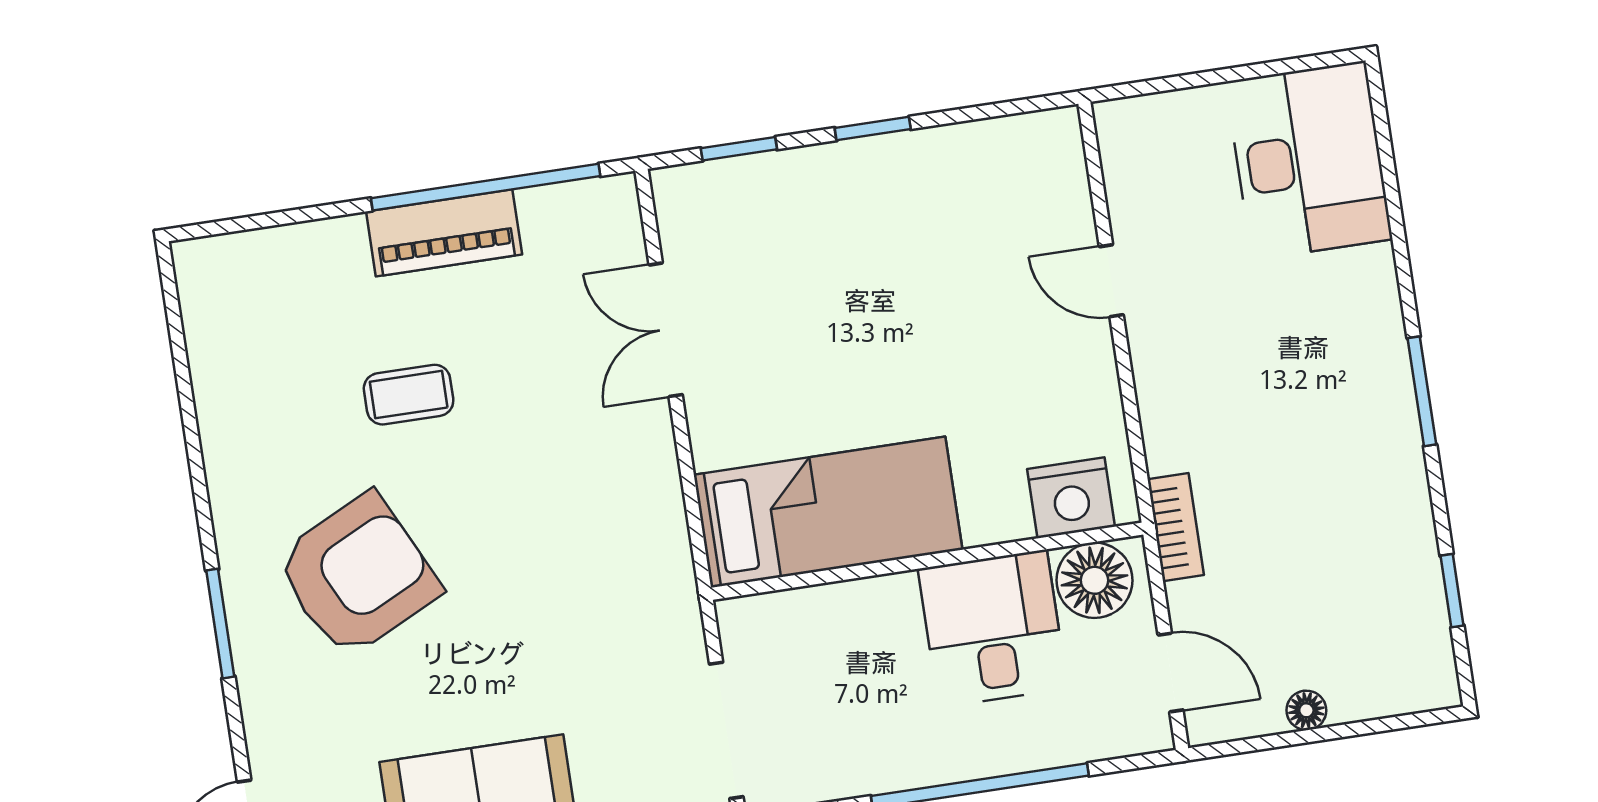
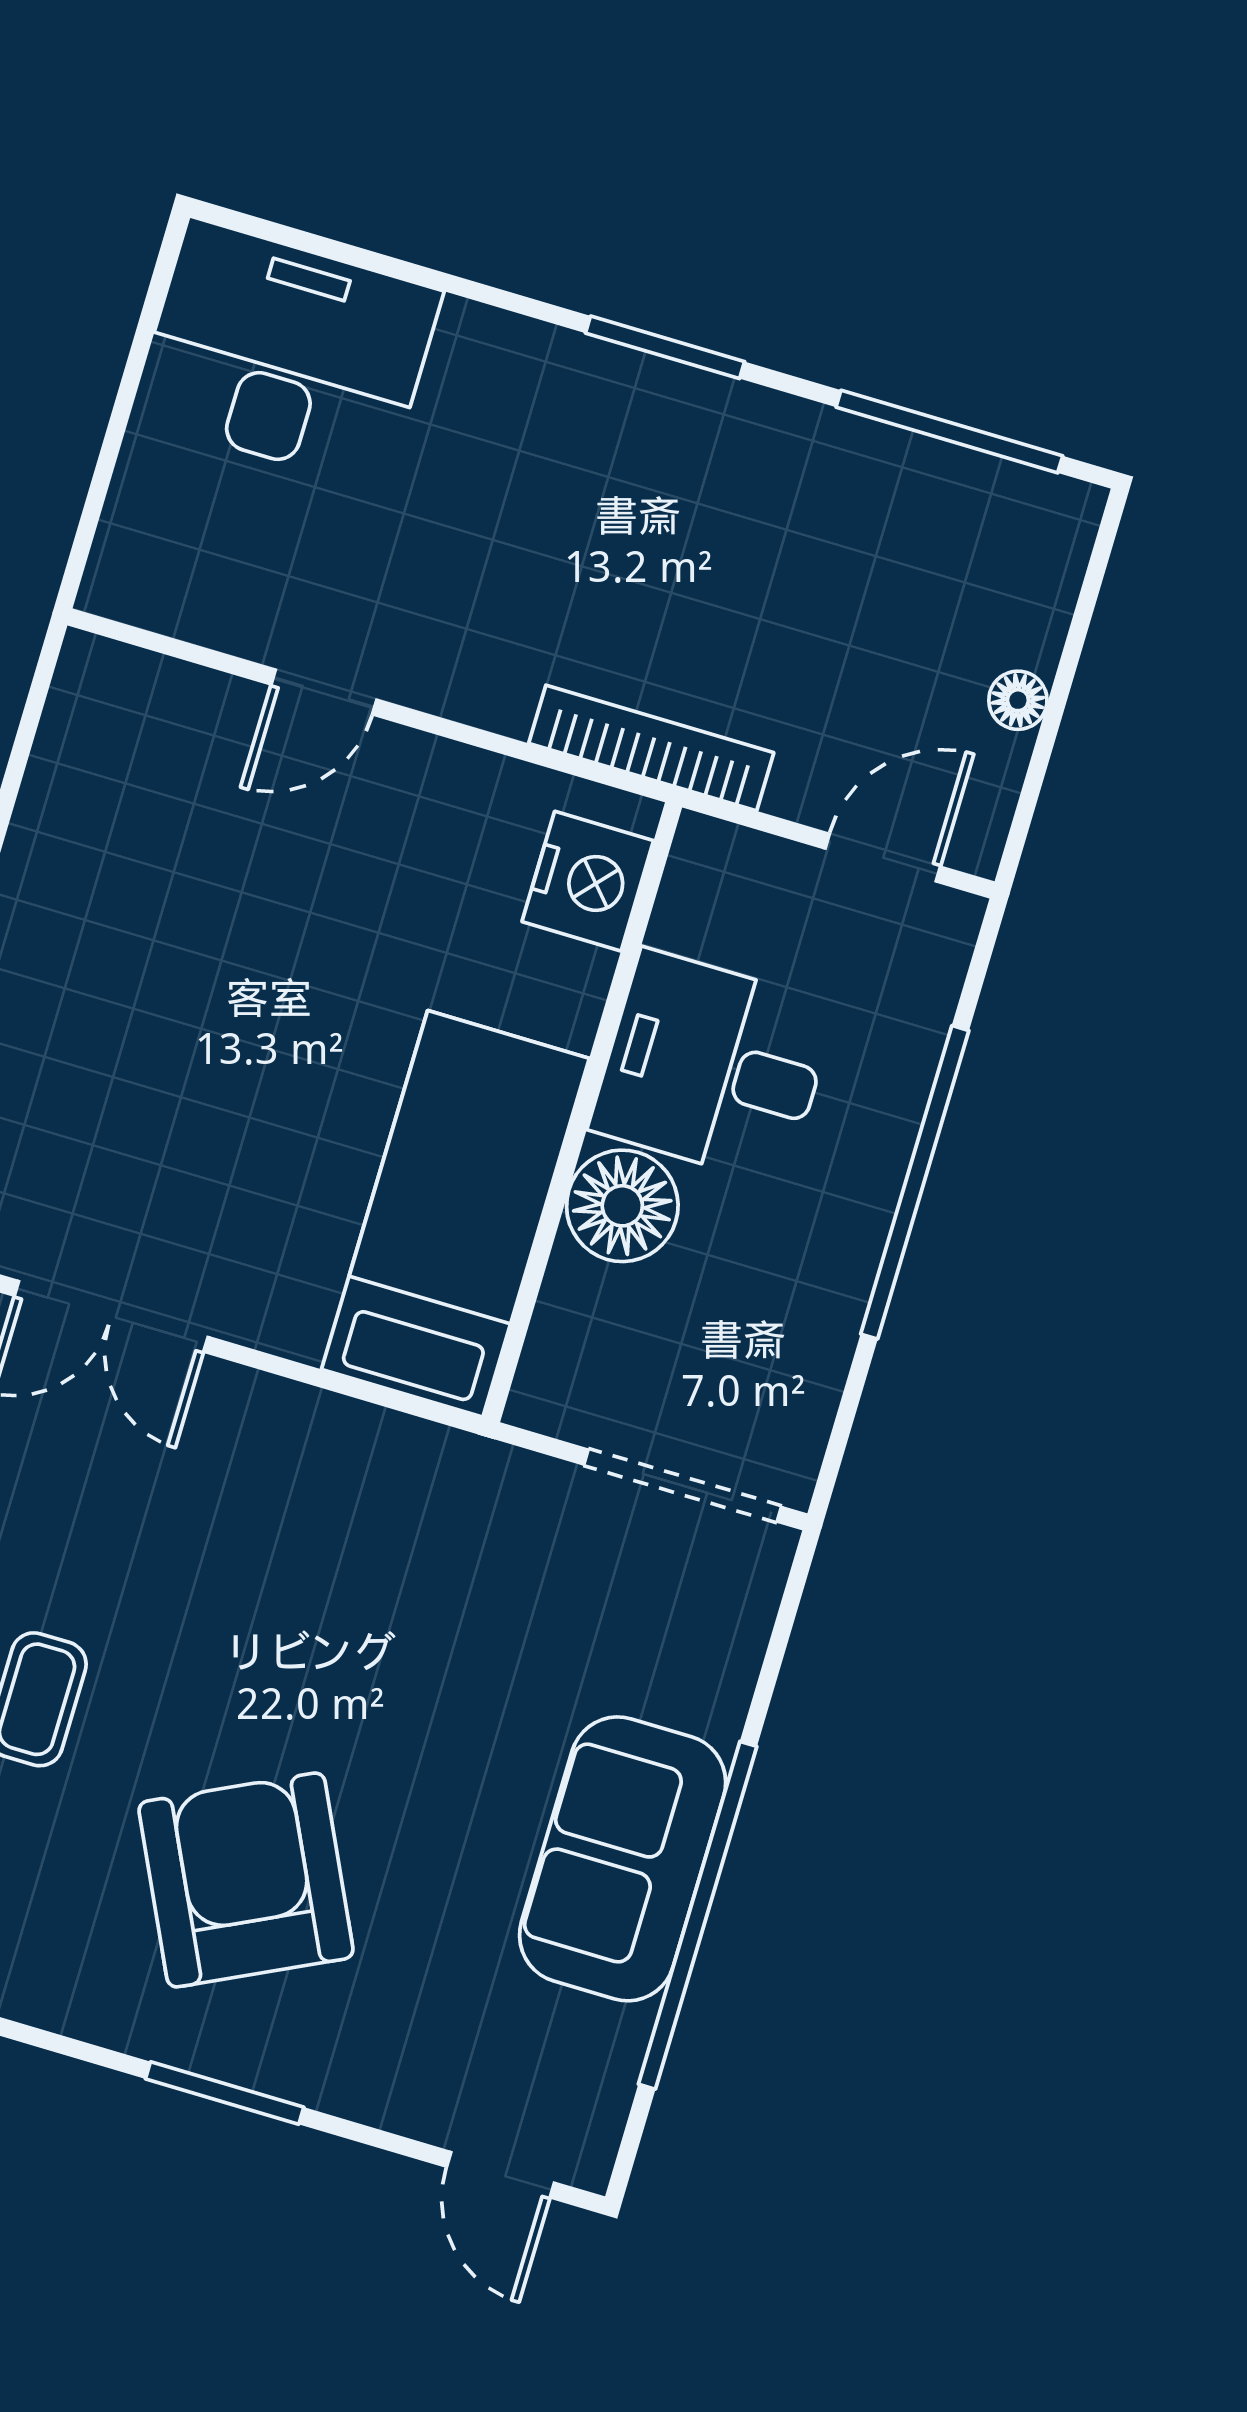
bookcase: (1176, 527) -> (651, 748), width x1.56
floor lamp: (1094, 580) -> (622, 1206), moved
window: (1452, 591) -> (949, 432), width x2.17

